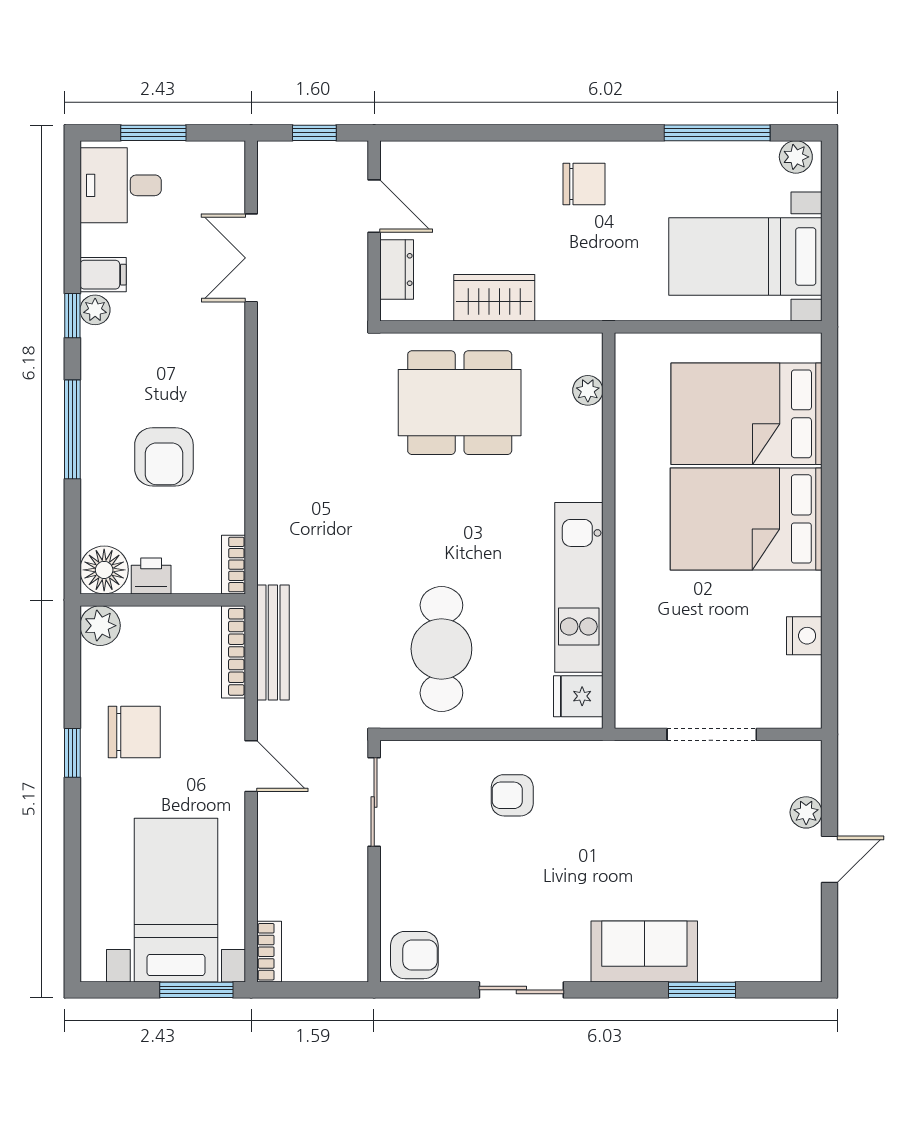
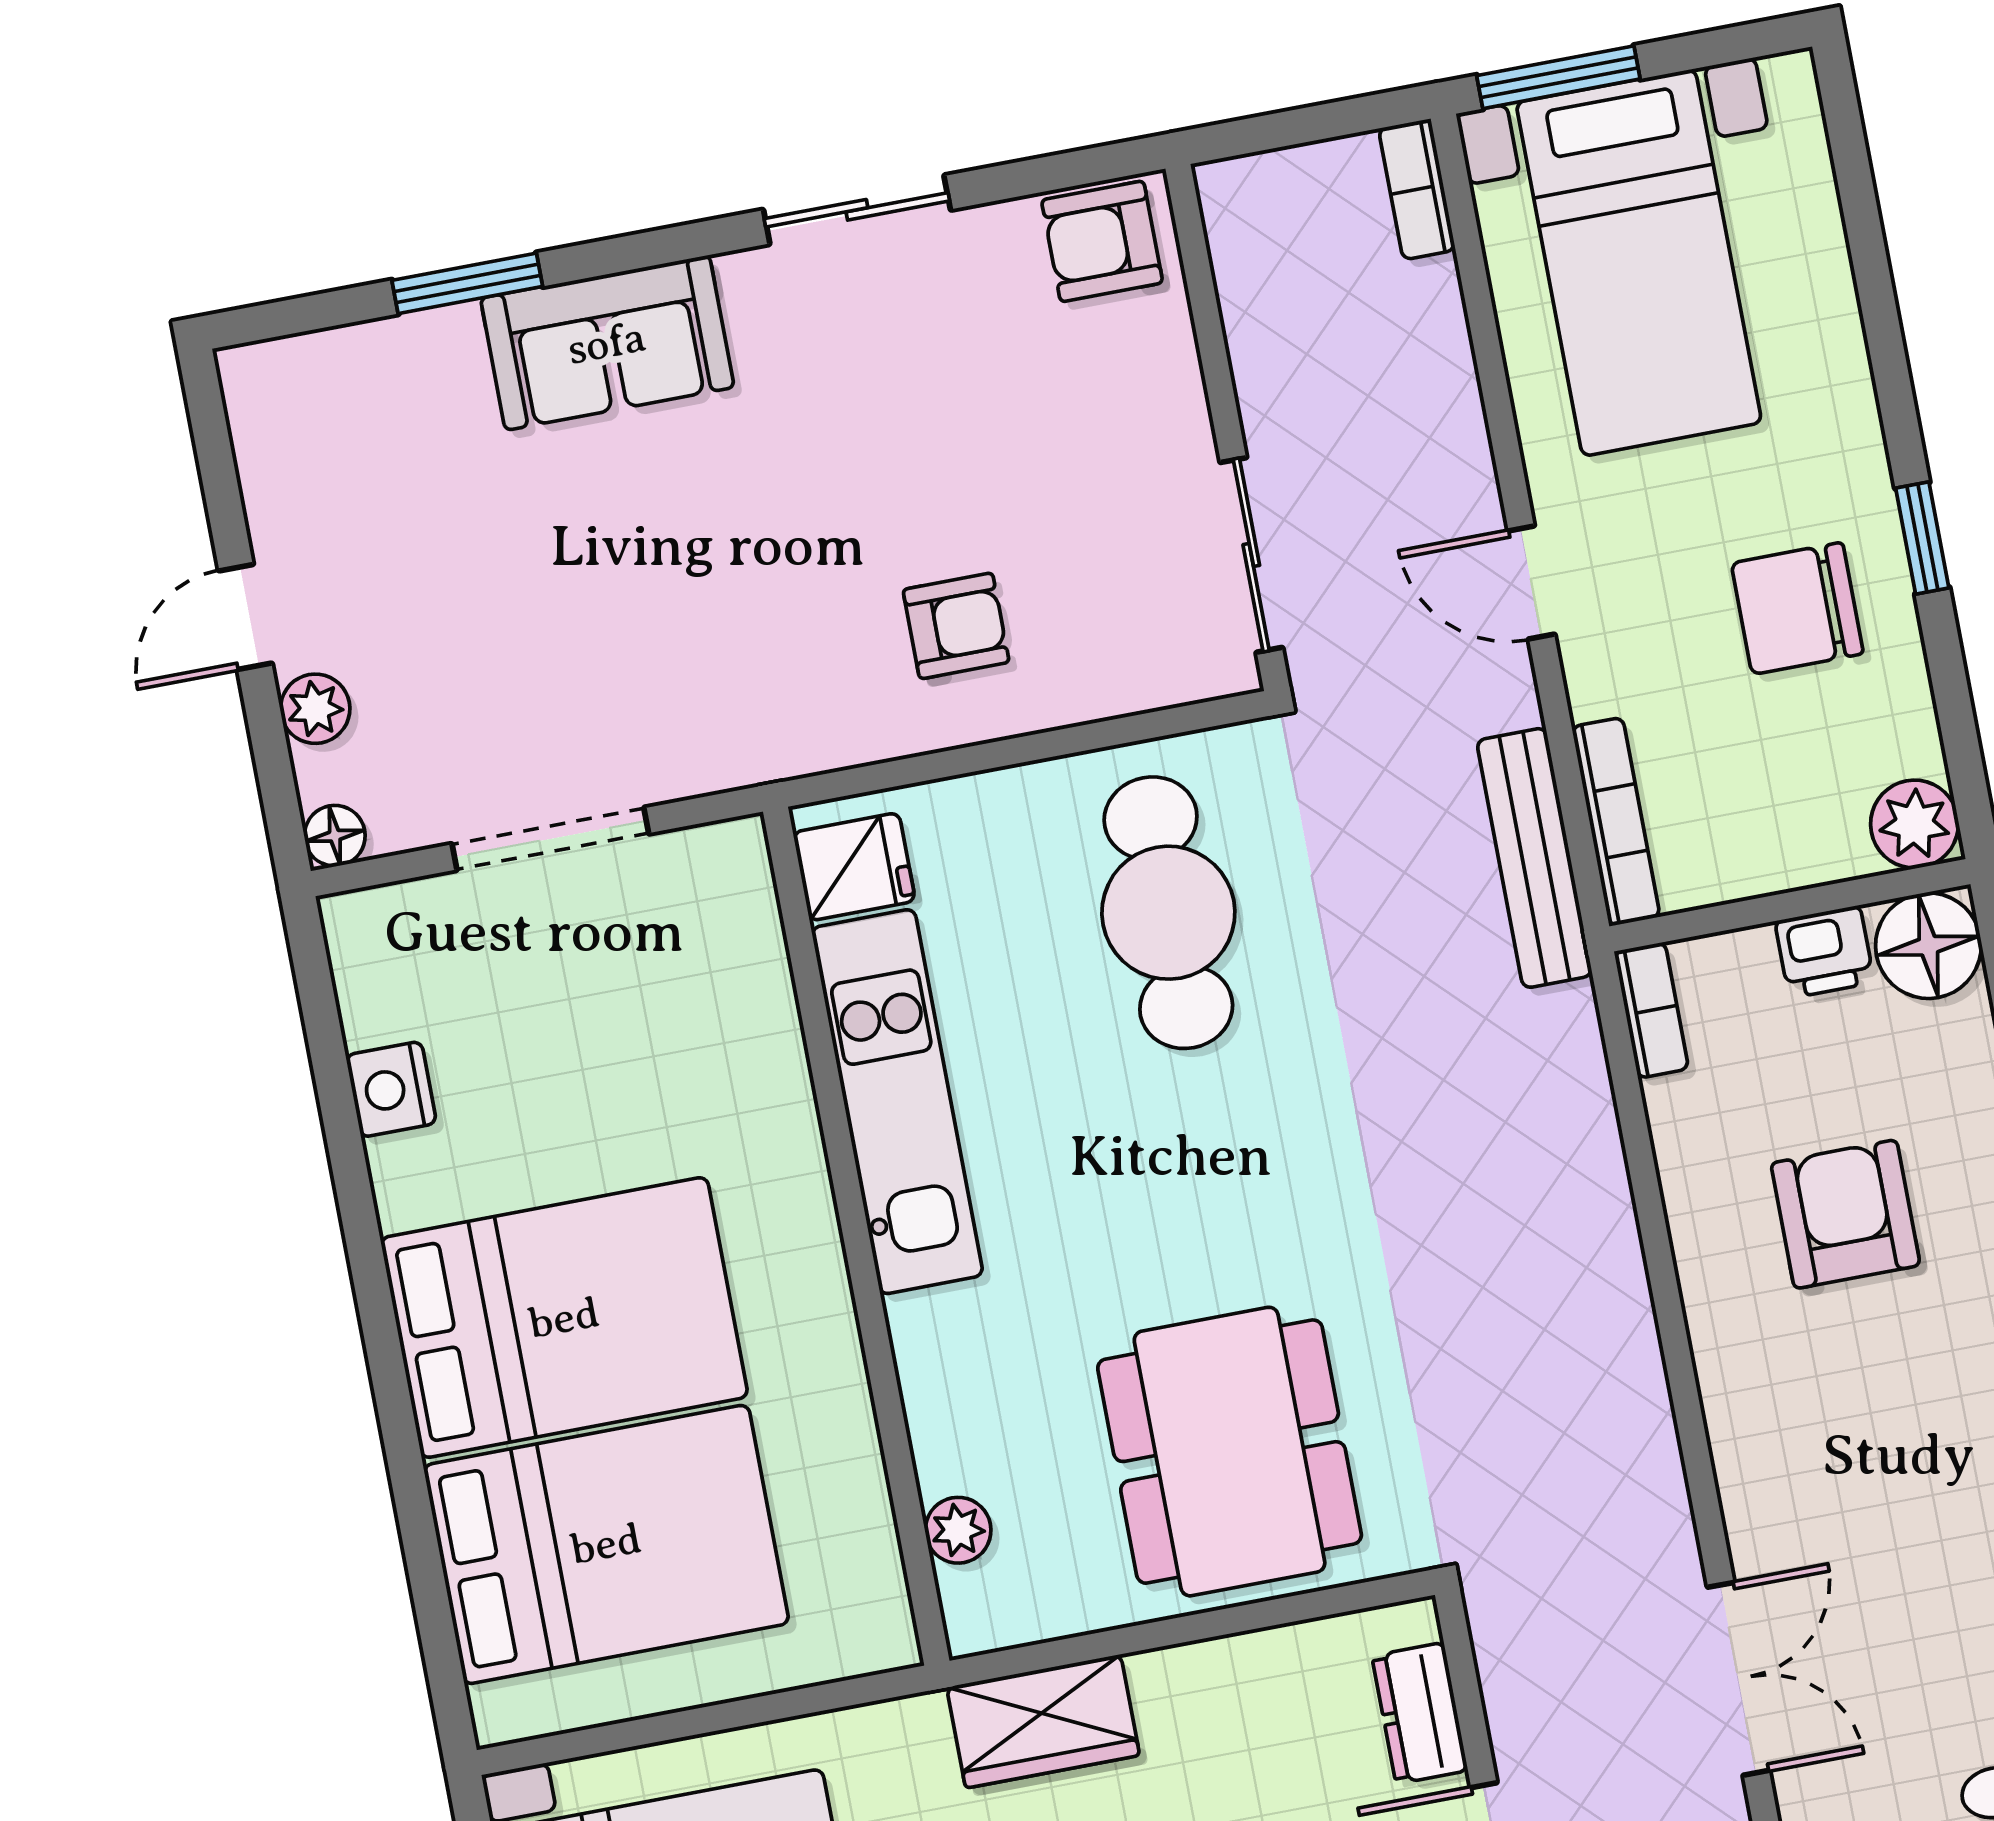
wardrobe: (494, 298) -> (1043, 1721), moved
dining table: (460, 403) -> (1230, 1452), turned 90
floor lamp: (808, 754) -> (335, 836), added

